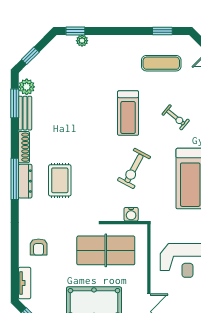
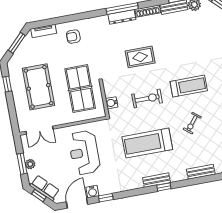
treadmill: (128, 113) -> (189, 86), turned 180
exercise bike: (134, 168) -> (147, 99), turned 152
rug: (60, 180) -> (140, 57), moved

